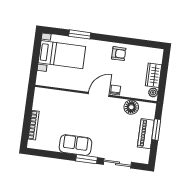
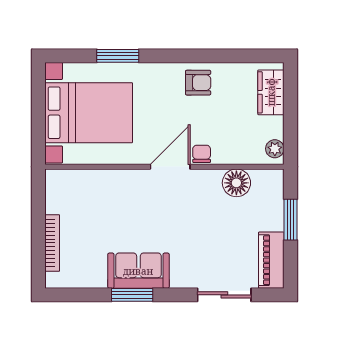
bed with nightstands: (62, 55) -> (89, 113), width x1.36
wardrobe: (153, 75) -> (271, 92), moved
piano: (146, 134) -> (271, 260), moved
window: (87, 159) -> (132, 295), moved

